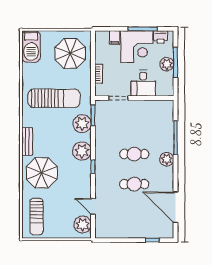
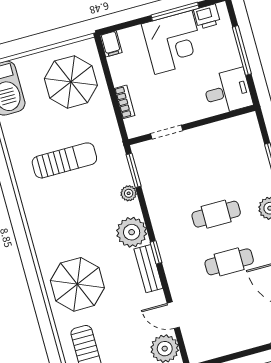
filing cabinet: (115, 38) -> (111, 44), moved
plant: (167, 64) -> (229, 57), removed
desk: (143, 83) -> (228, 91), moved, turned -90
sun lounger: (54, 98) -> (64, 160), width x0.73, depth x0.75
plant: (82, 124) -> (129, 193), width x0.53, depth x0.53
bench: (27, 141) -> (148, 269), moved

